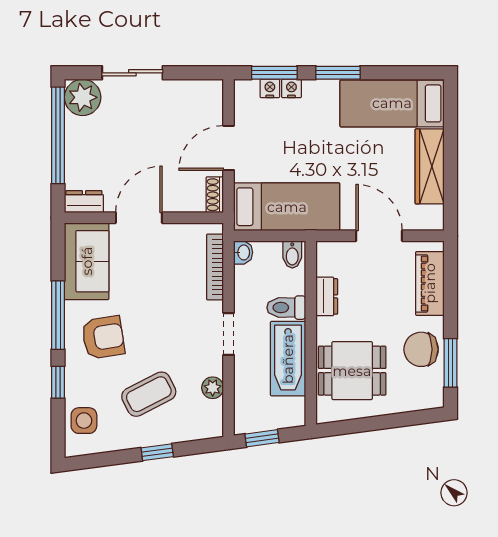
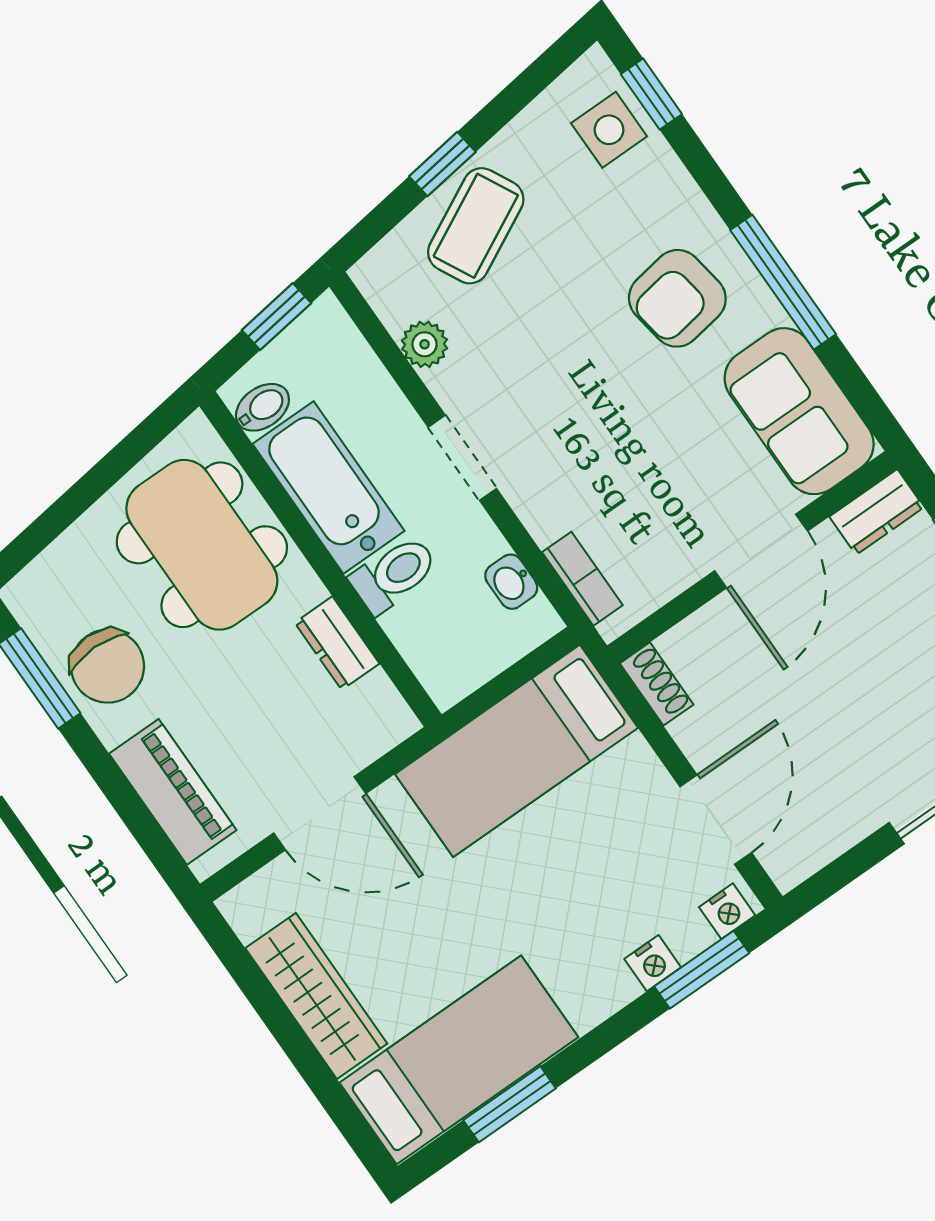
window: (338, 73) -> (510, 1104), moved
nightstand: (270, 88) -> (727, 911), moved
door: (229, 148) -> (716, 820), moved
washbasin: (243, 252) -> (511, 582), moved
bidet: (292, 254) -> (262, 407), moved, turned 90
bookcase: (215, 267) -> (582, 579), width x0.64
chair: (421, 349) -> (107, 666), turned 90
dining table: (352, 371) -> (202, 545), width x1.38
window: (58, 382) -> (651, 94), moved
coffee table: (149, 394) -> (476, 226), moved

